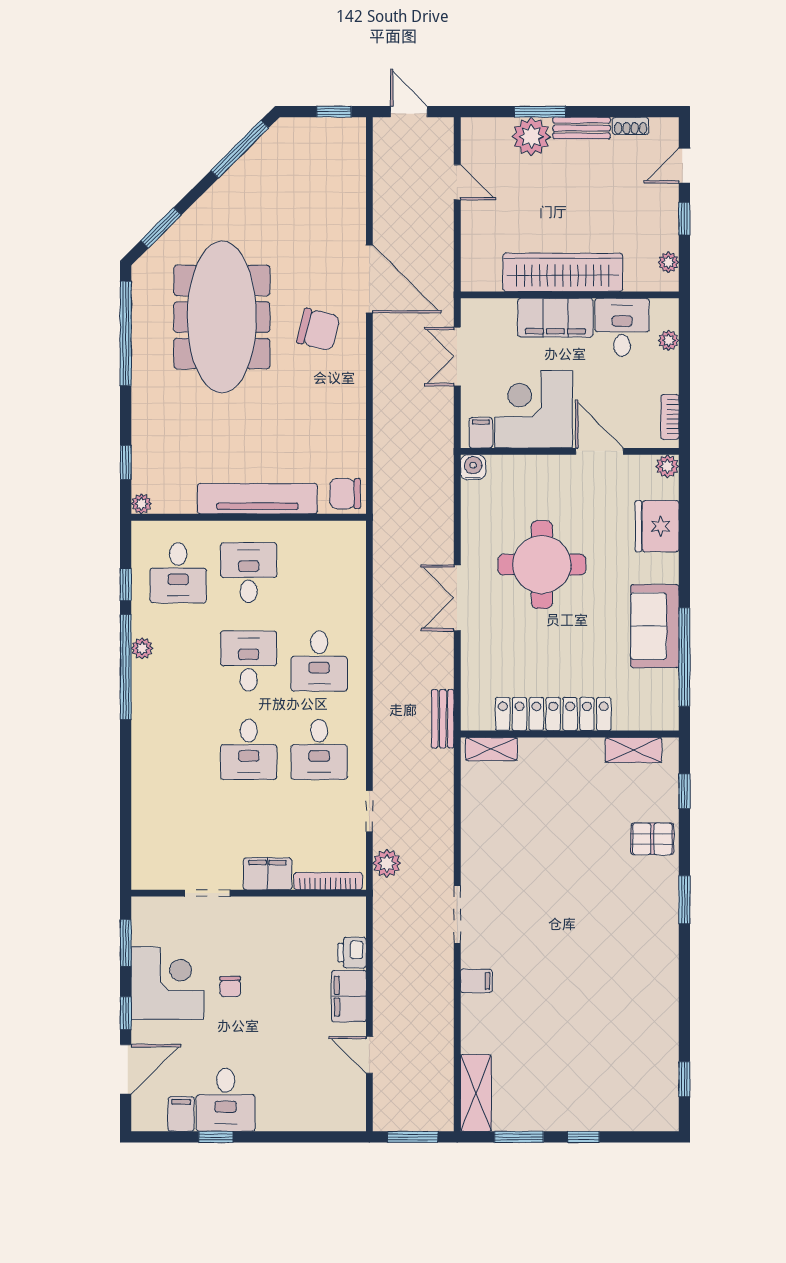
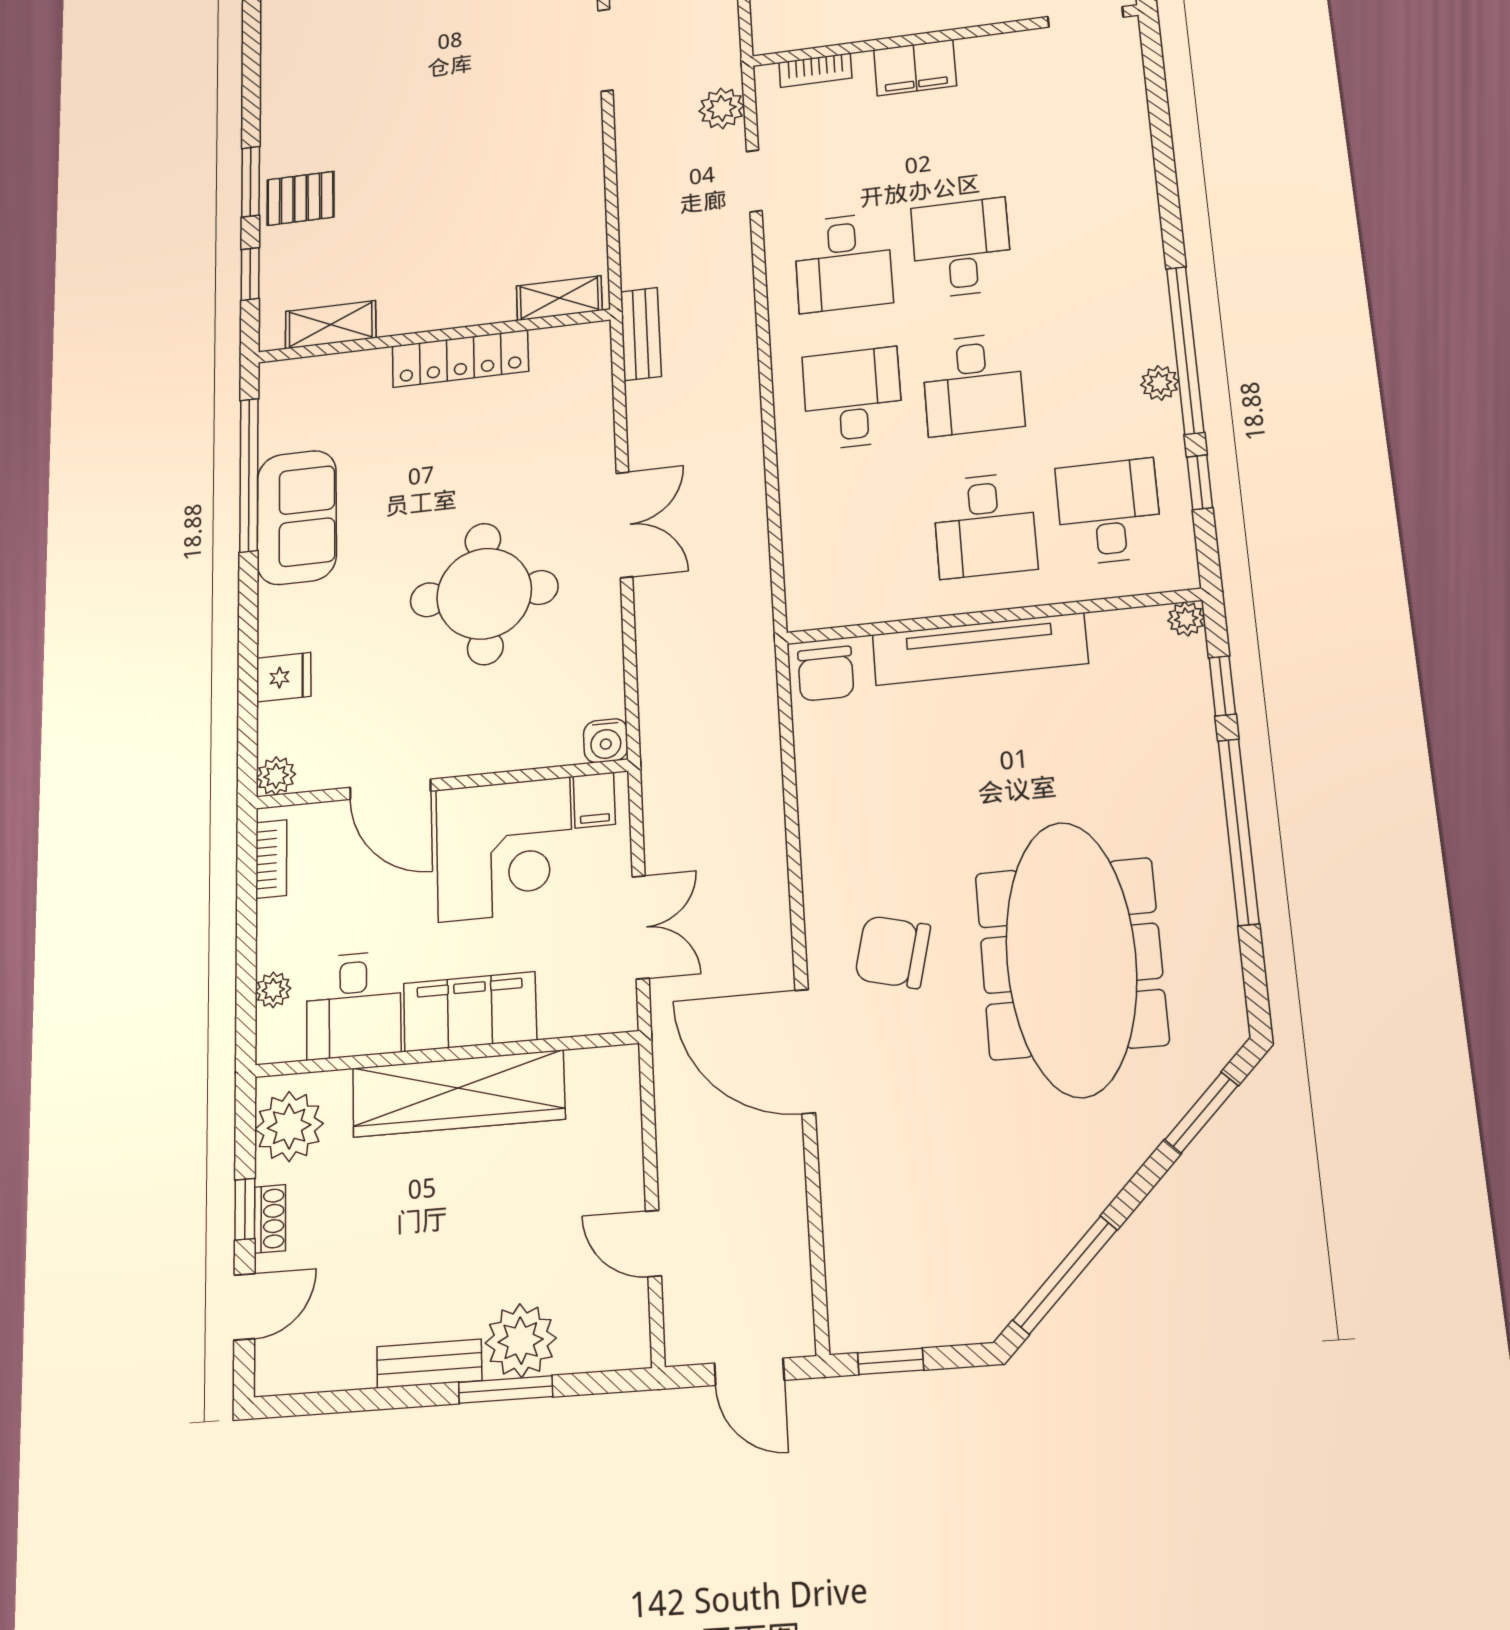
shoe rack: (631, 126) -> (270, 1219), moved, turned 90
plant: (668, 262) -> (289, 1126), width x1.88, depth x1.88
window: (126, 333) -> (1238, 832), moved
chair: (345, 494) -> (826, 674), turned 90
fridge: (657, 526) -> (284, 677), width x0.53, depth x0.75
locker: (553, 714) -> (460, 359), width x0.71, depth x0.83
desk: (319, 749) -> (843, 263), turned 180
bookcase: (328, 881) -> (815, 70), width x0.64
doorway: (207, 893) -> (1085, 17), moved
window: (684, 900) -> (251, 182), moved

